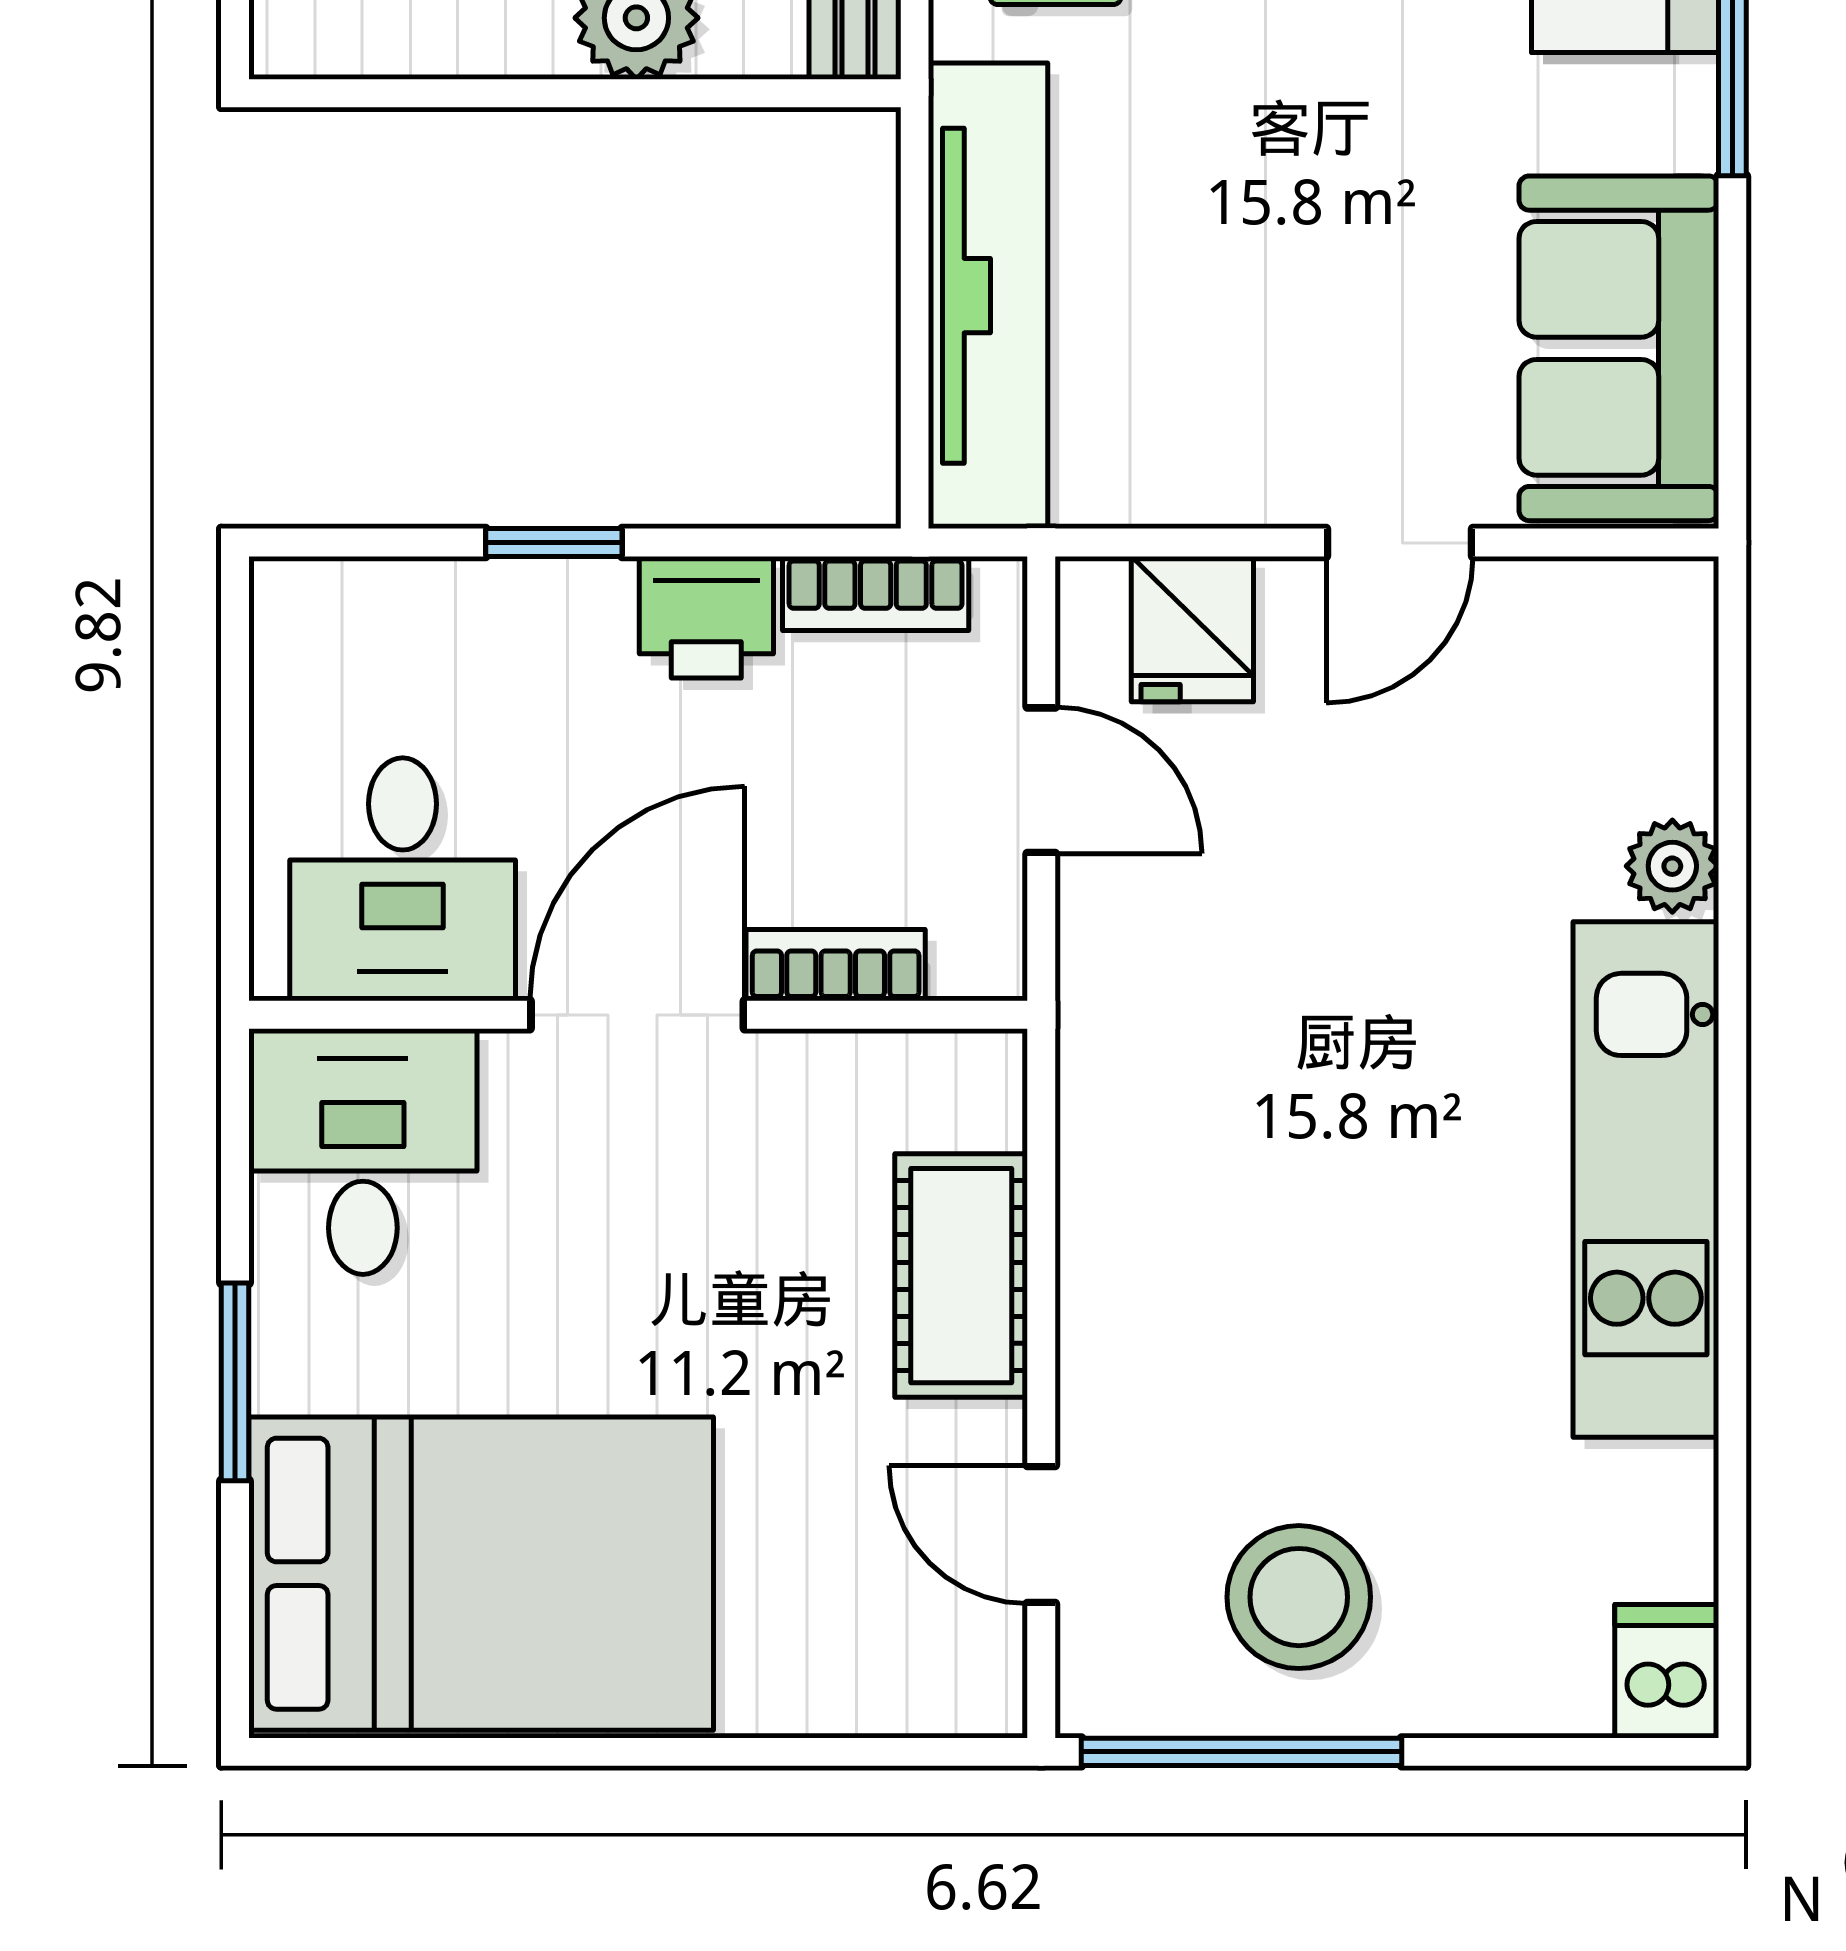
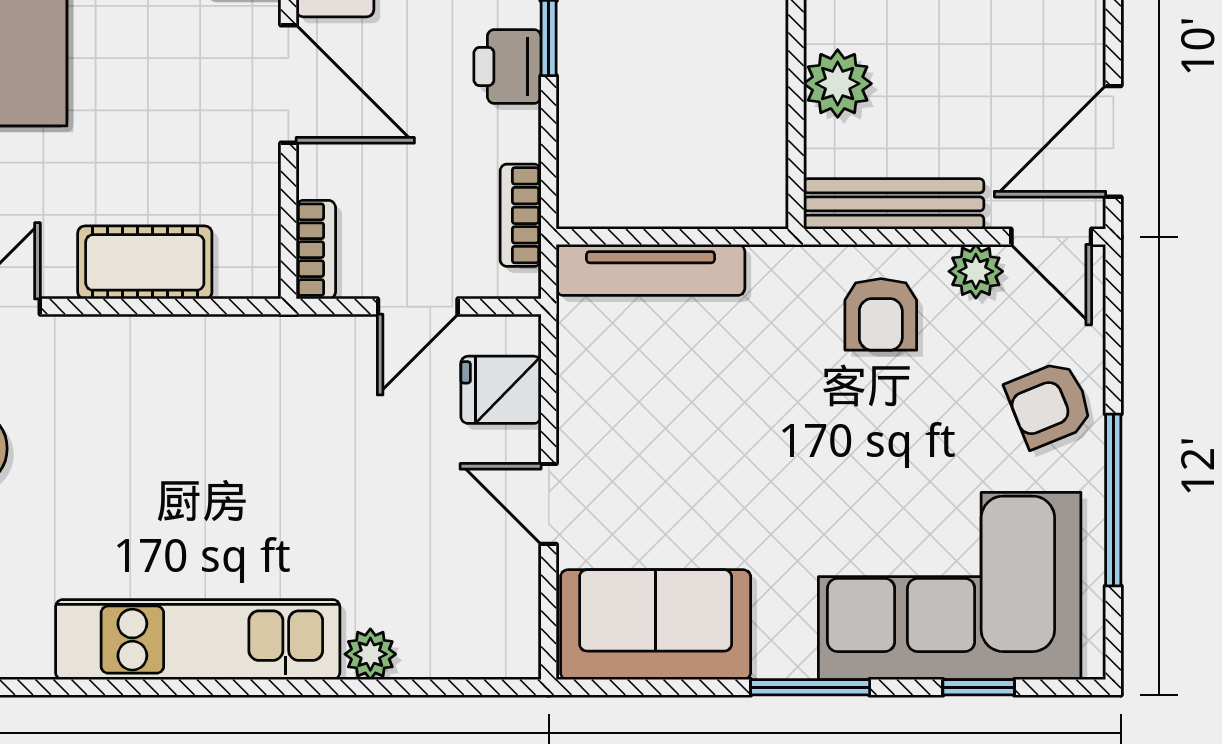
tv unit: (988, 296) -> (650, 270), width x0.73, depth x0.78
printer: (706, 617) -> (507, 66), moved
bookcase: (836, 965) -> (316, 250), moved

